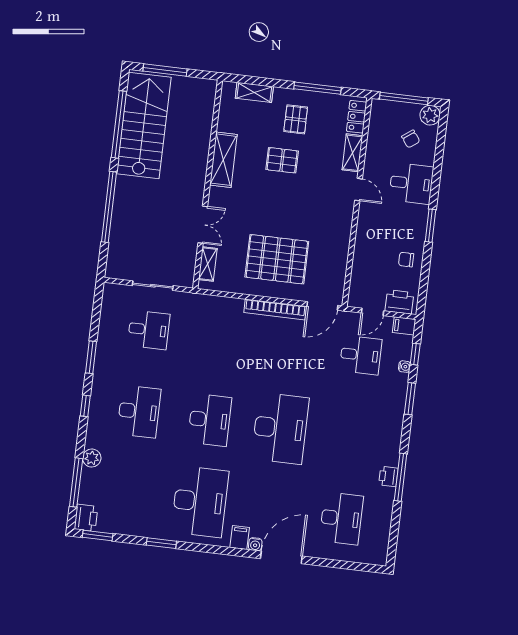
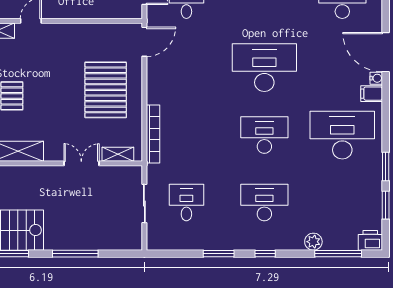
window: (109, 207) -> (75, 254), width x0.68
door: (322, 306) -> (144, 42), hinge flipped
bookcase: (275, 309) -> (153, 134), moved
window: (98, 535) -> (386, 205), moved

